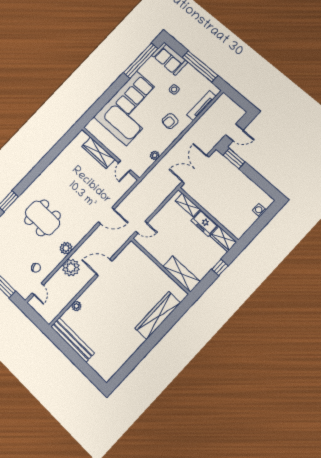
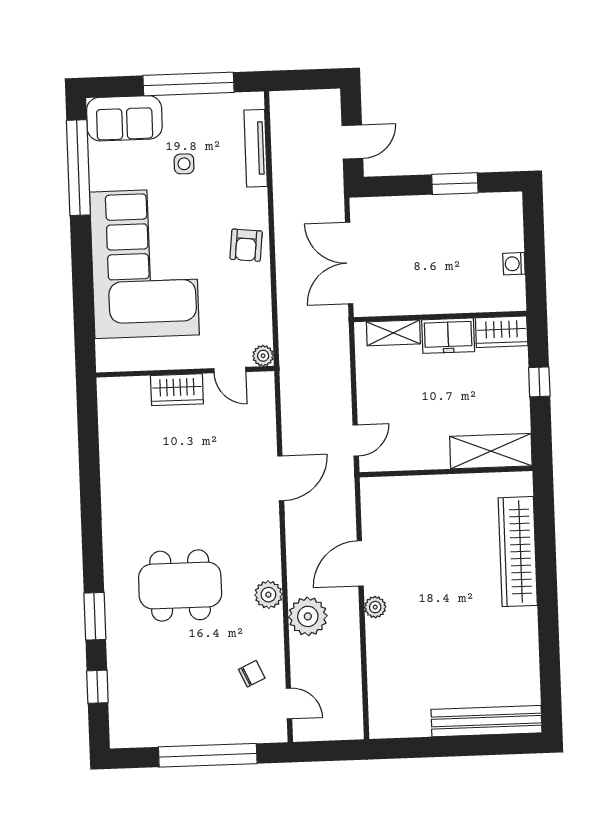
armchair: (170, 121) -> (246, 245), moved
wardrobe: (98, 153) -> (177, 390), width x0.67
plant: (155, 155) -> (263, 356), moved
window: (234, 159) -> (455, 184), moved
washing machine: (259, 210) -> (514, 264), moved
plant: (76, 306) -> (375, 607), moved
bench: (72, 340) -> (486, 721), moved

